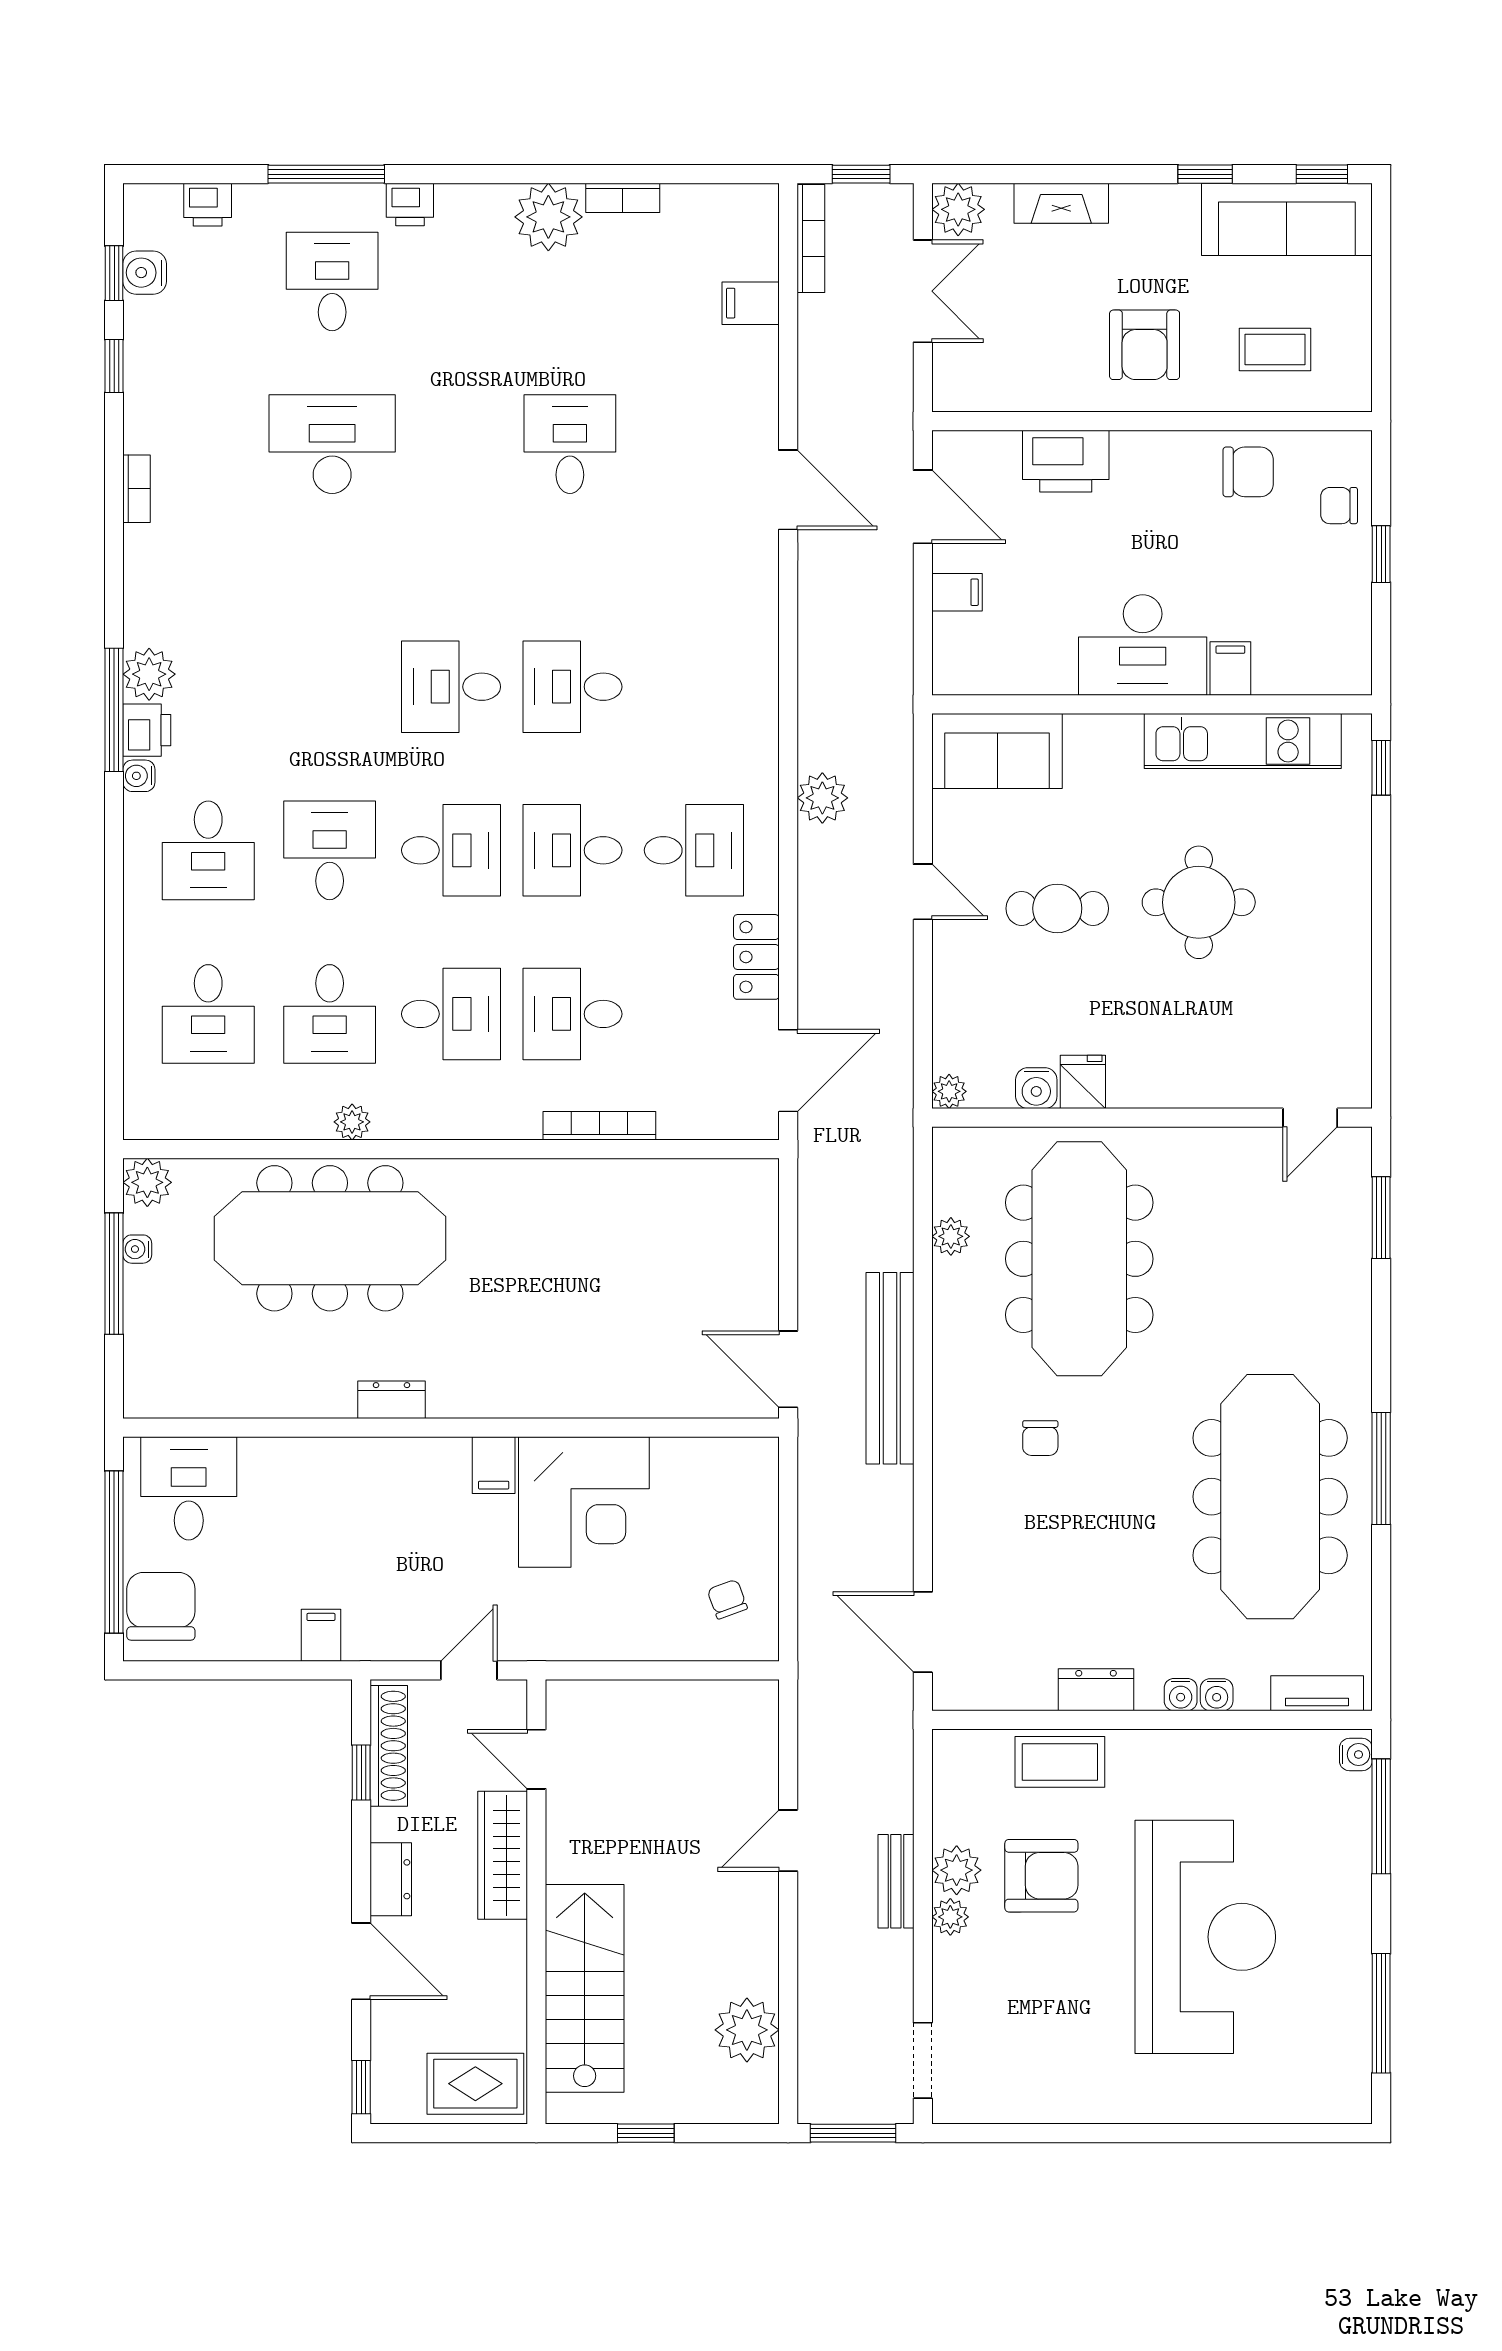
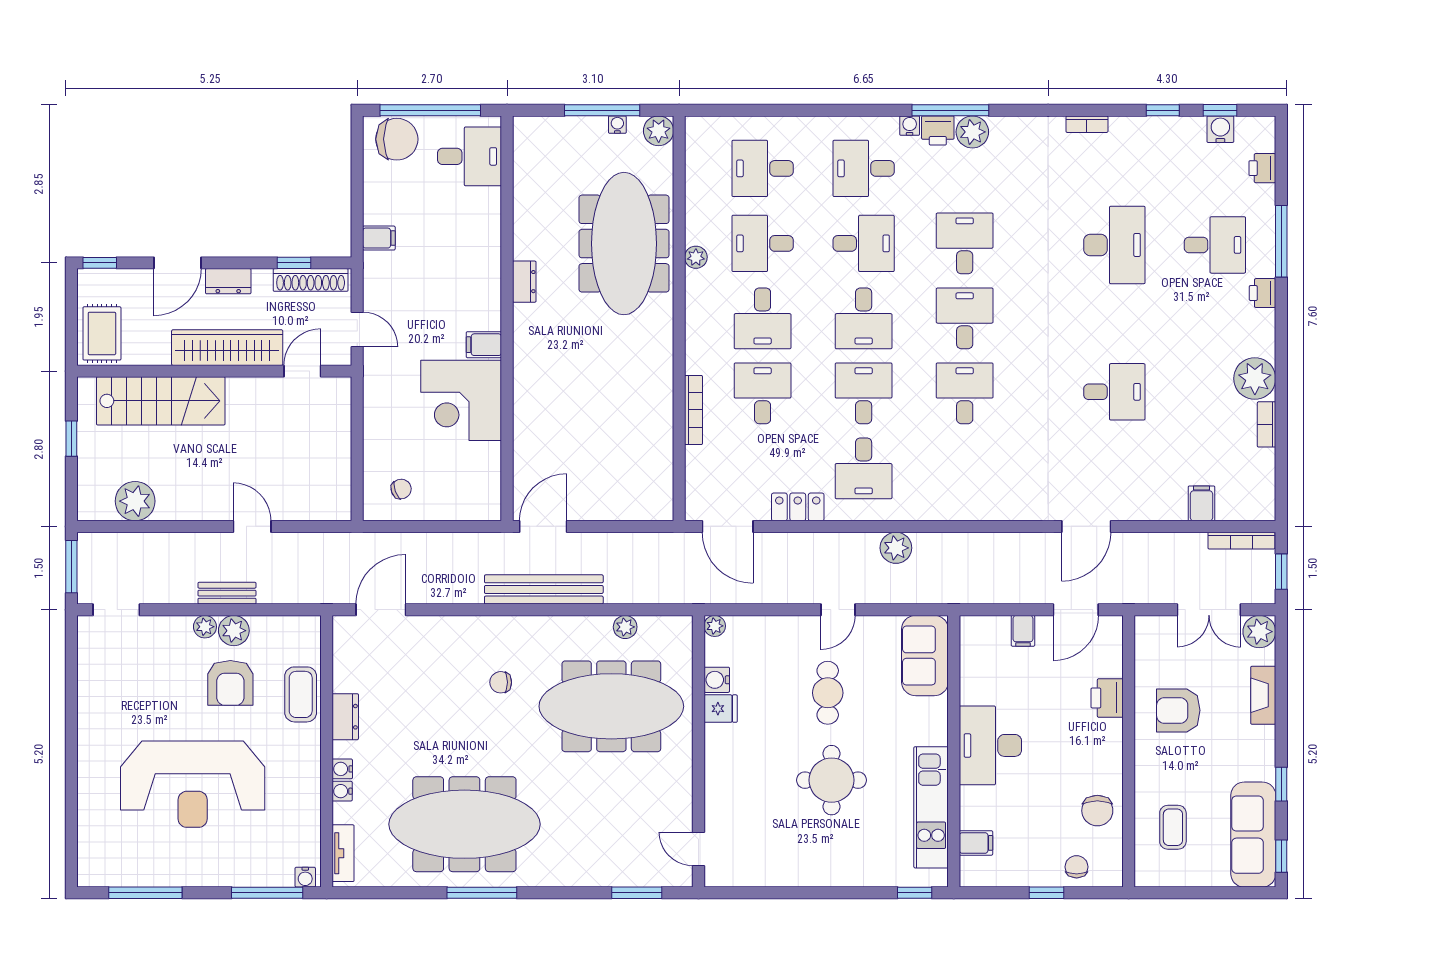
armchair: (1145, 345) -> (1178, 710), moved
printer: (1066, 461) -> (1107, 698), width x0.73, depth x0.84
filing cabinet: (1230, 668) -> (976, 843), moved
desk: (330, 687) -> (965, 243), added
wardrobe: (503, 1855) -> (227, 348), width x1.40, depth x1.17

